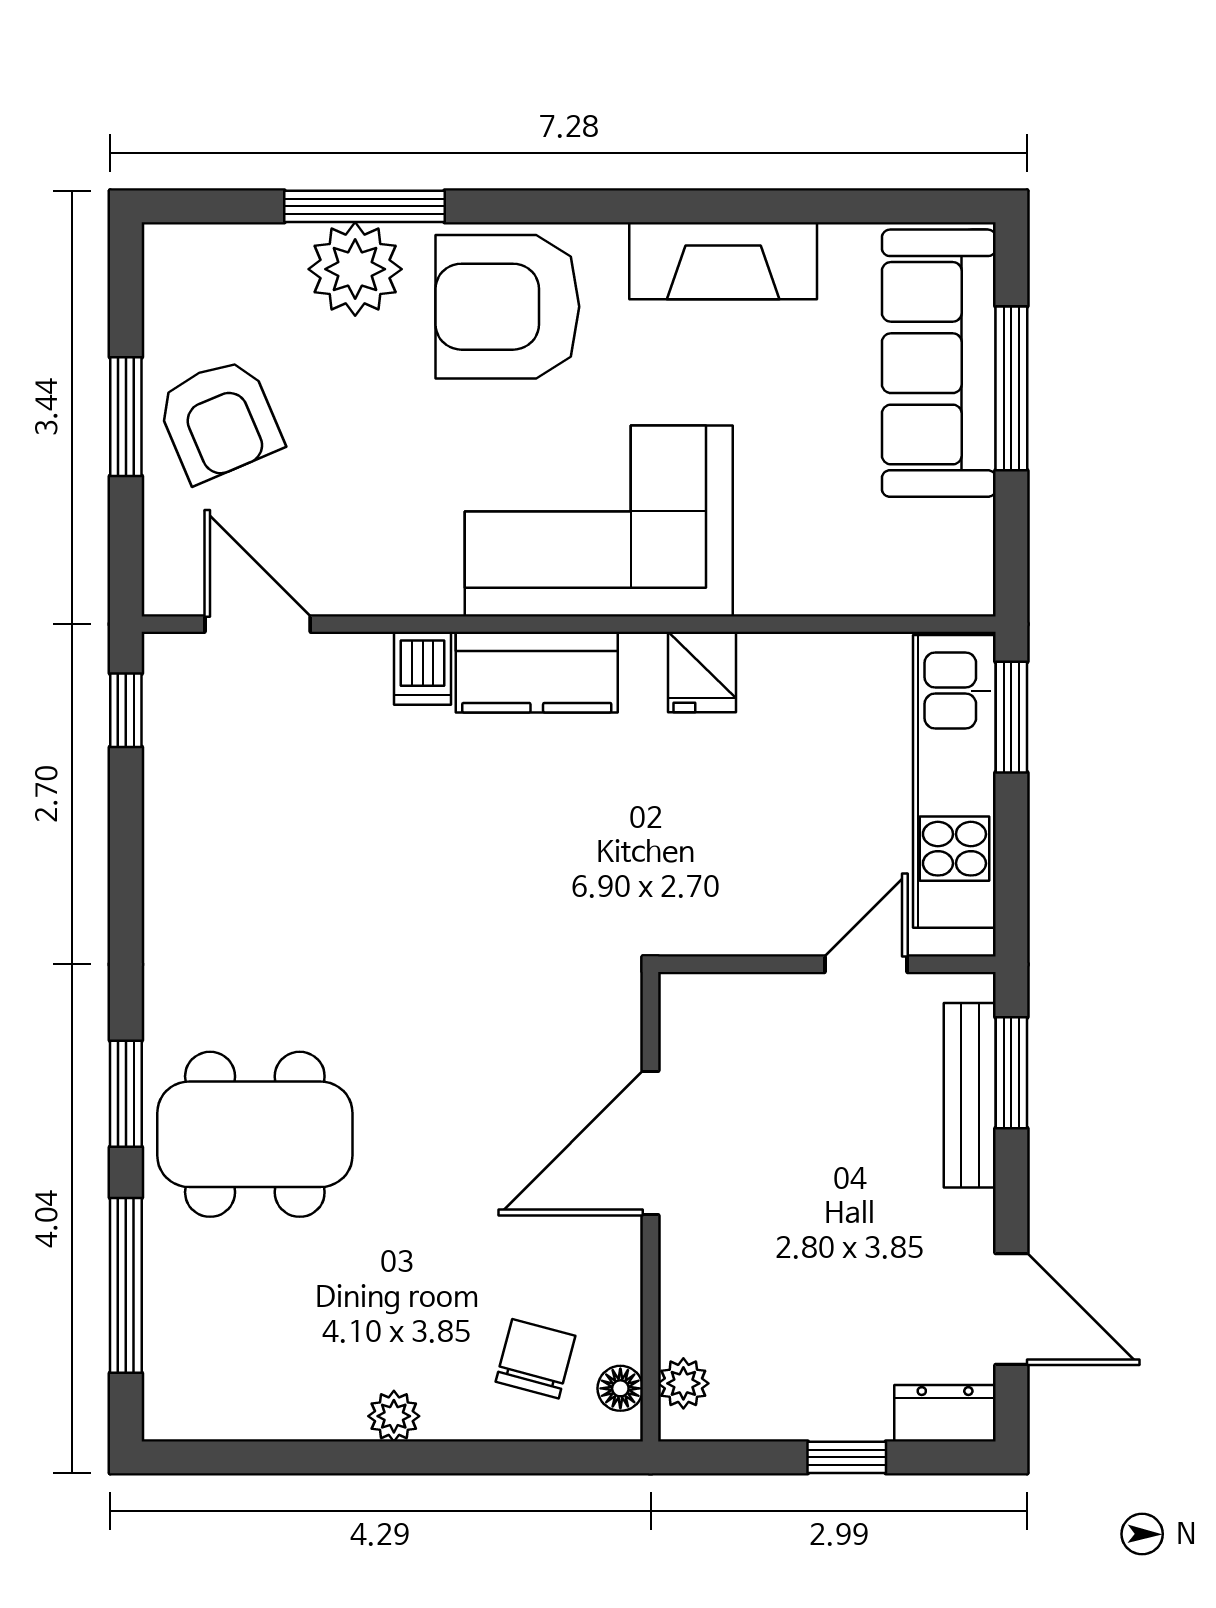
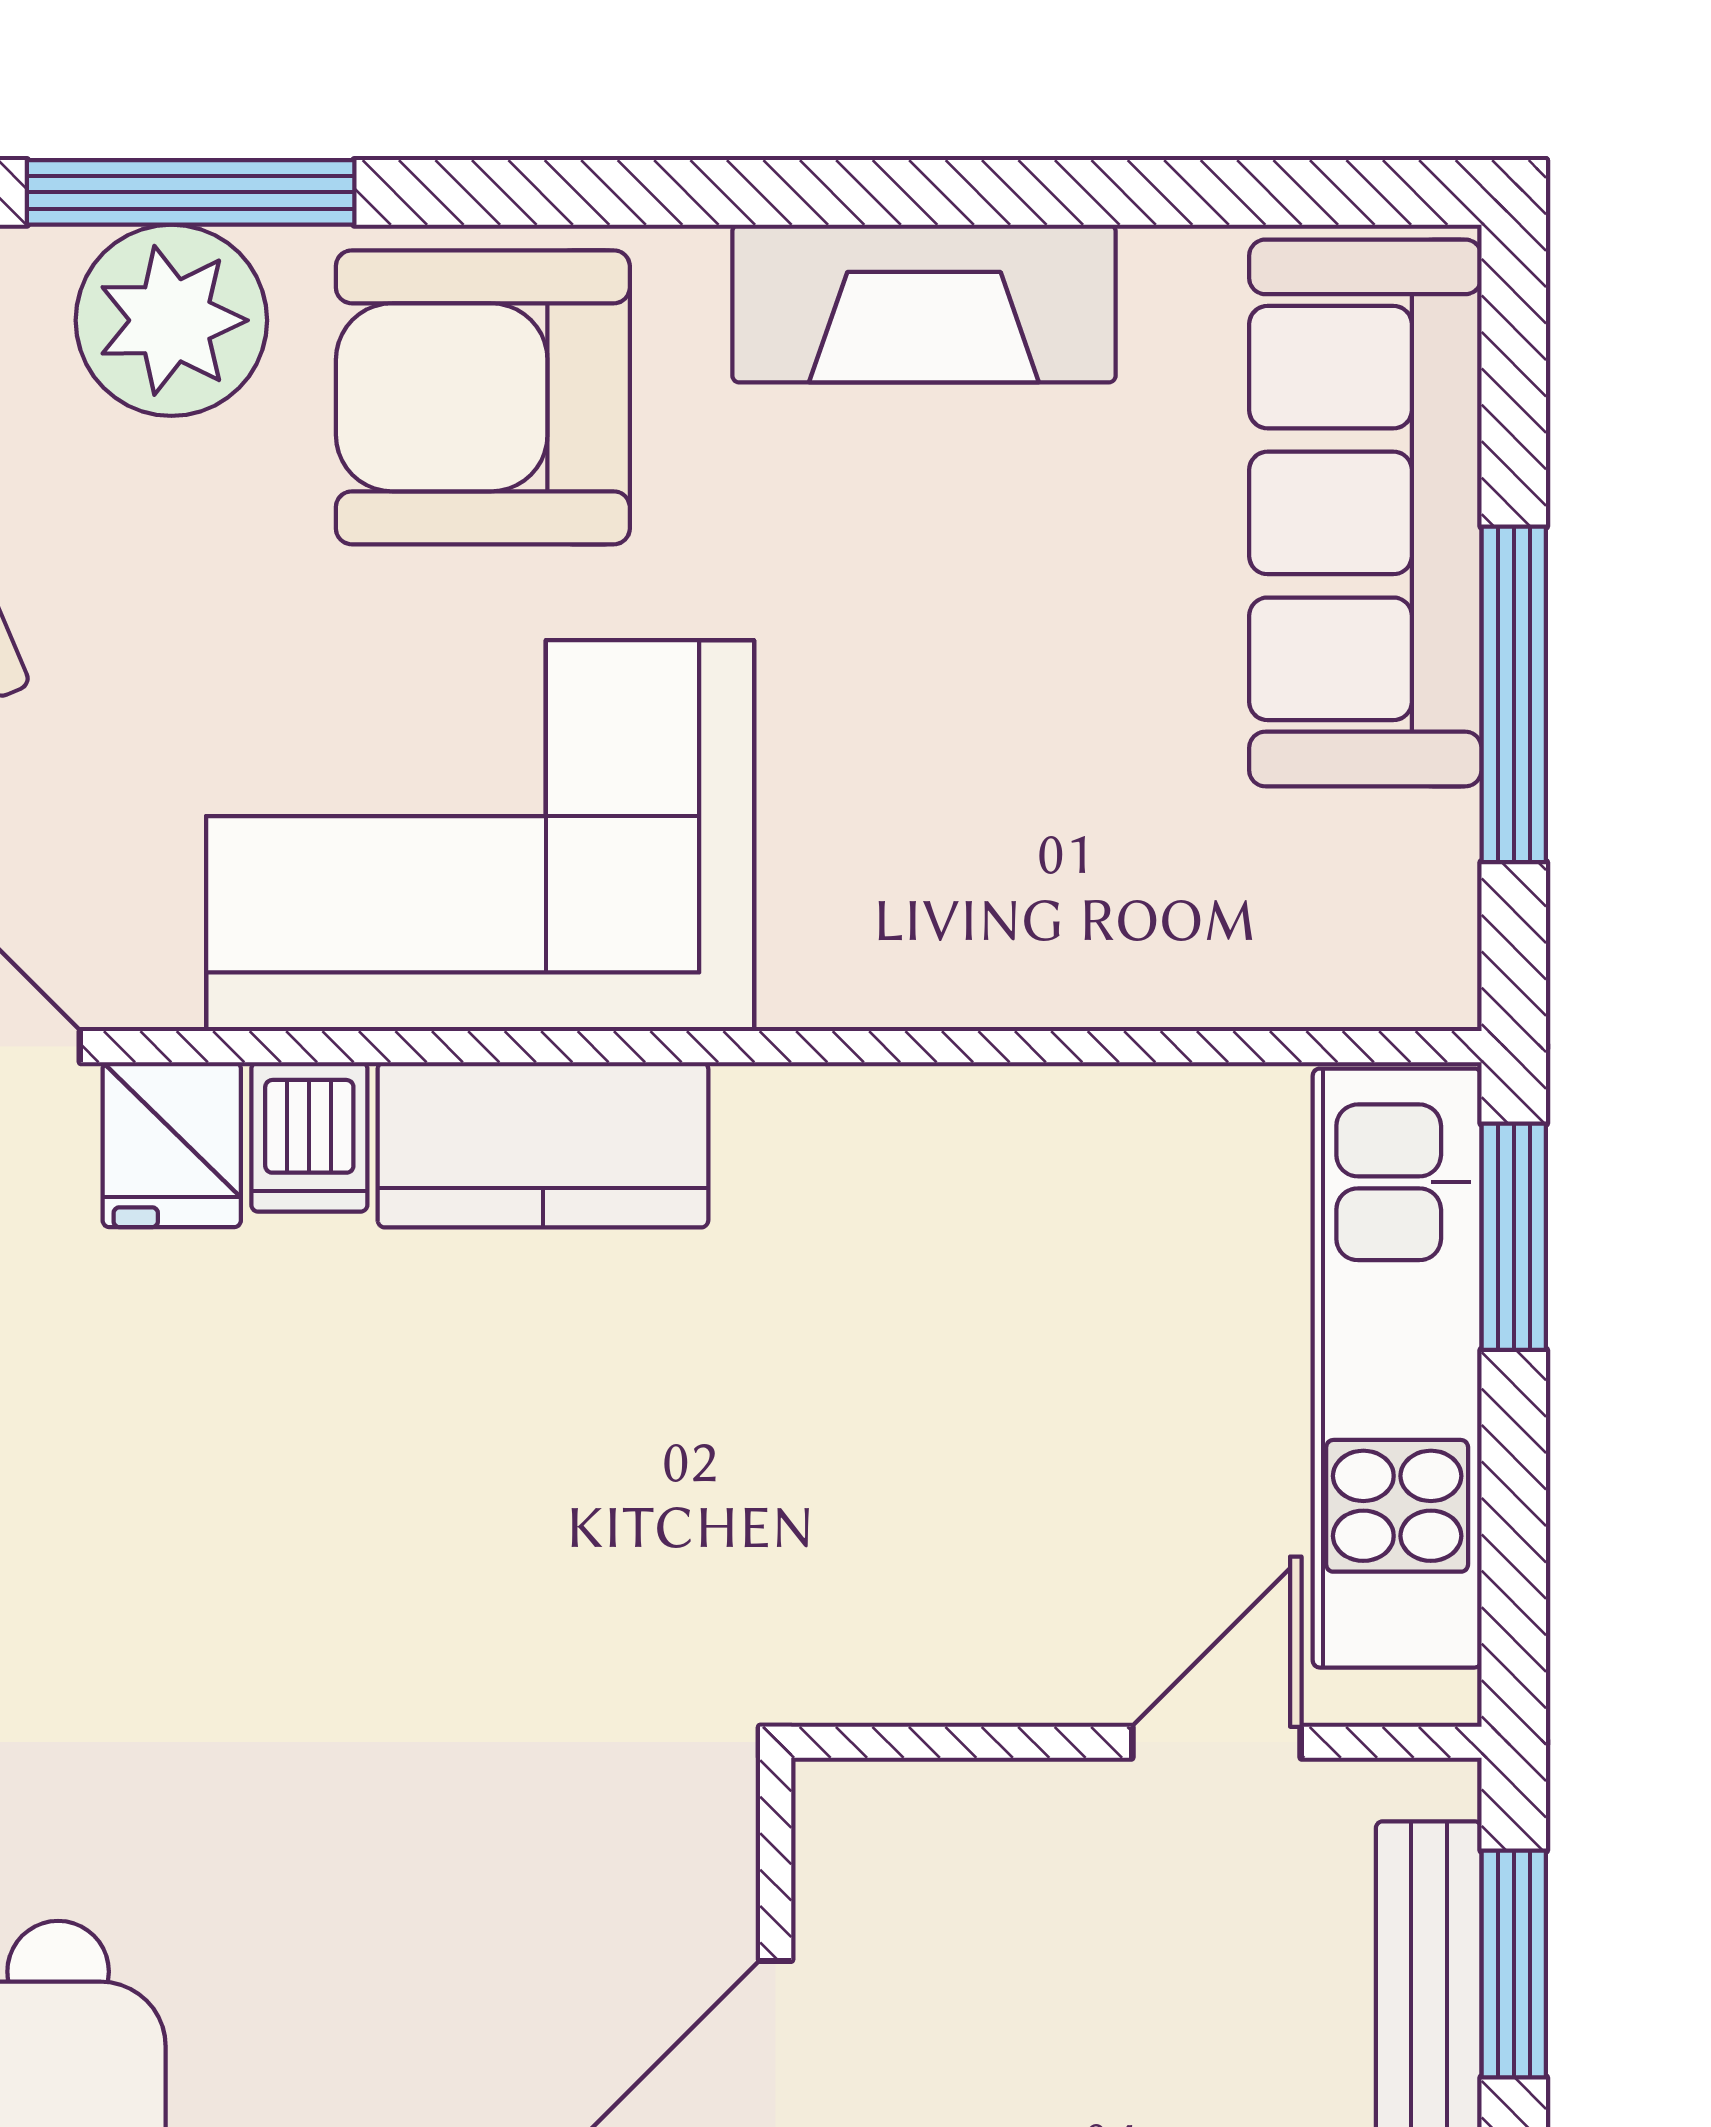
window: (1011, 388) -> (1514, 694), moved
corner sofa: (599, 521) -> (480, 836), moved
fridge: (702, 672) -> (172, 1145), moved

